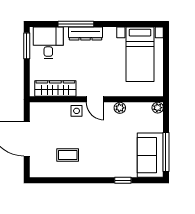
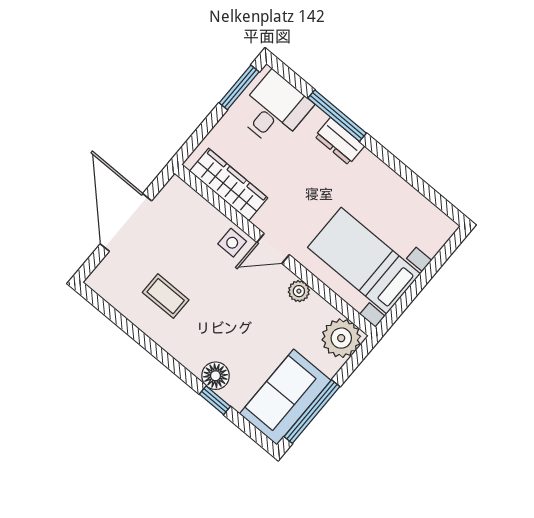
dresser: (85, 34) -> (340, 141), width x0.70
bed with nightstands: (140, 54) -> (364, 261), moved, turned 90
door: (95, 99) -> (273, 248), hinge flipped
plant: (158, 108) -> (341, 338), width x1.87, depth x1.87
floor lamp: (115, 170) -> (215, 376), added

